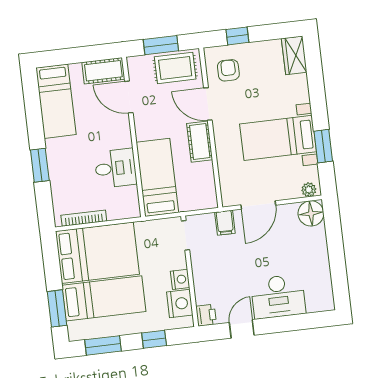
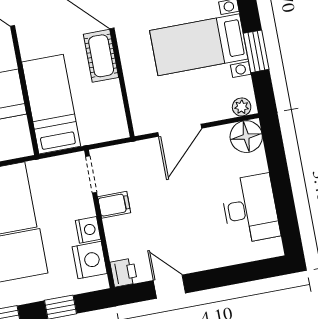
filing cabinet: (225, 223) -> (114, 205), moved, turned -90
desk: (278, 297) -> (250, 209), moved, turned -90
door: (242, 329) -> (169, 287), hinge flipped

